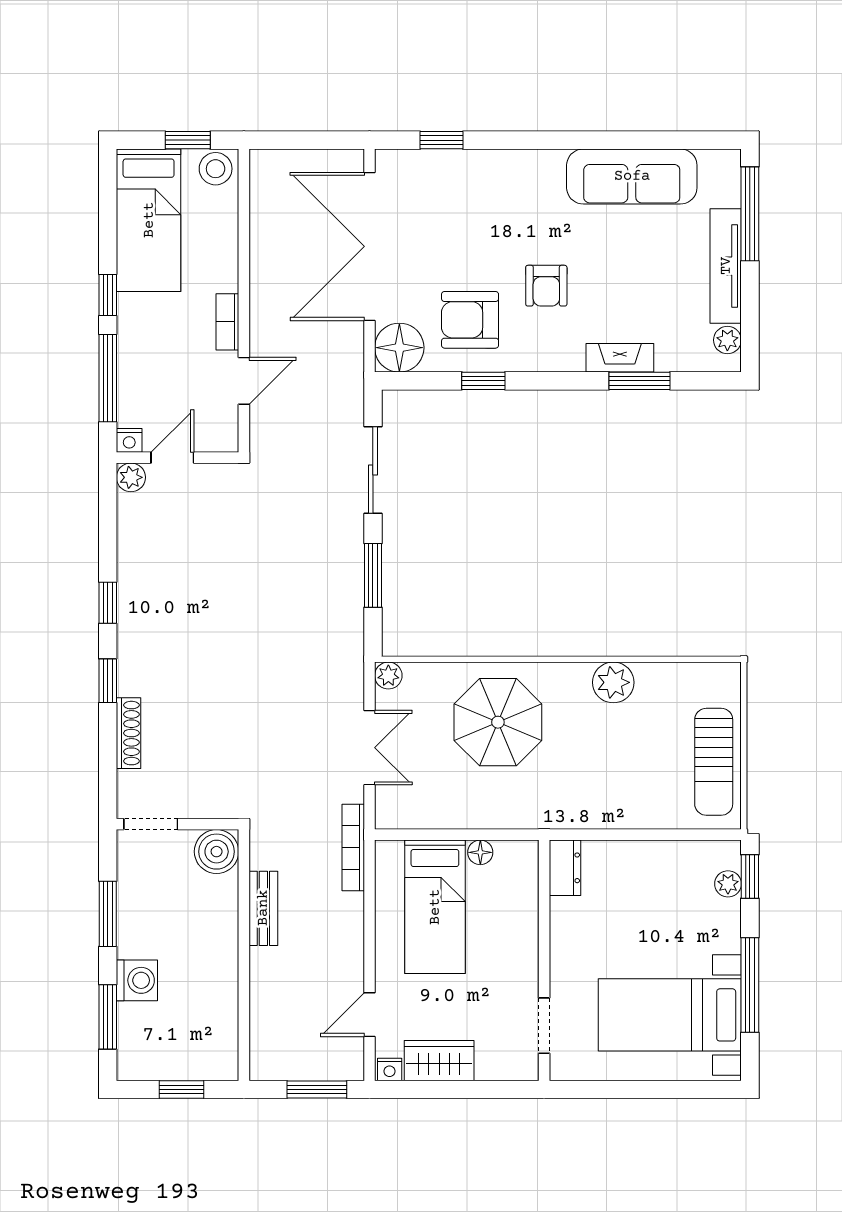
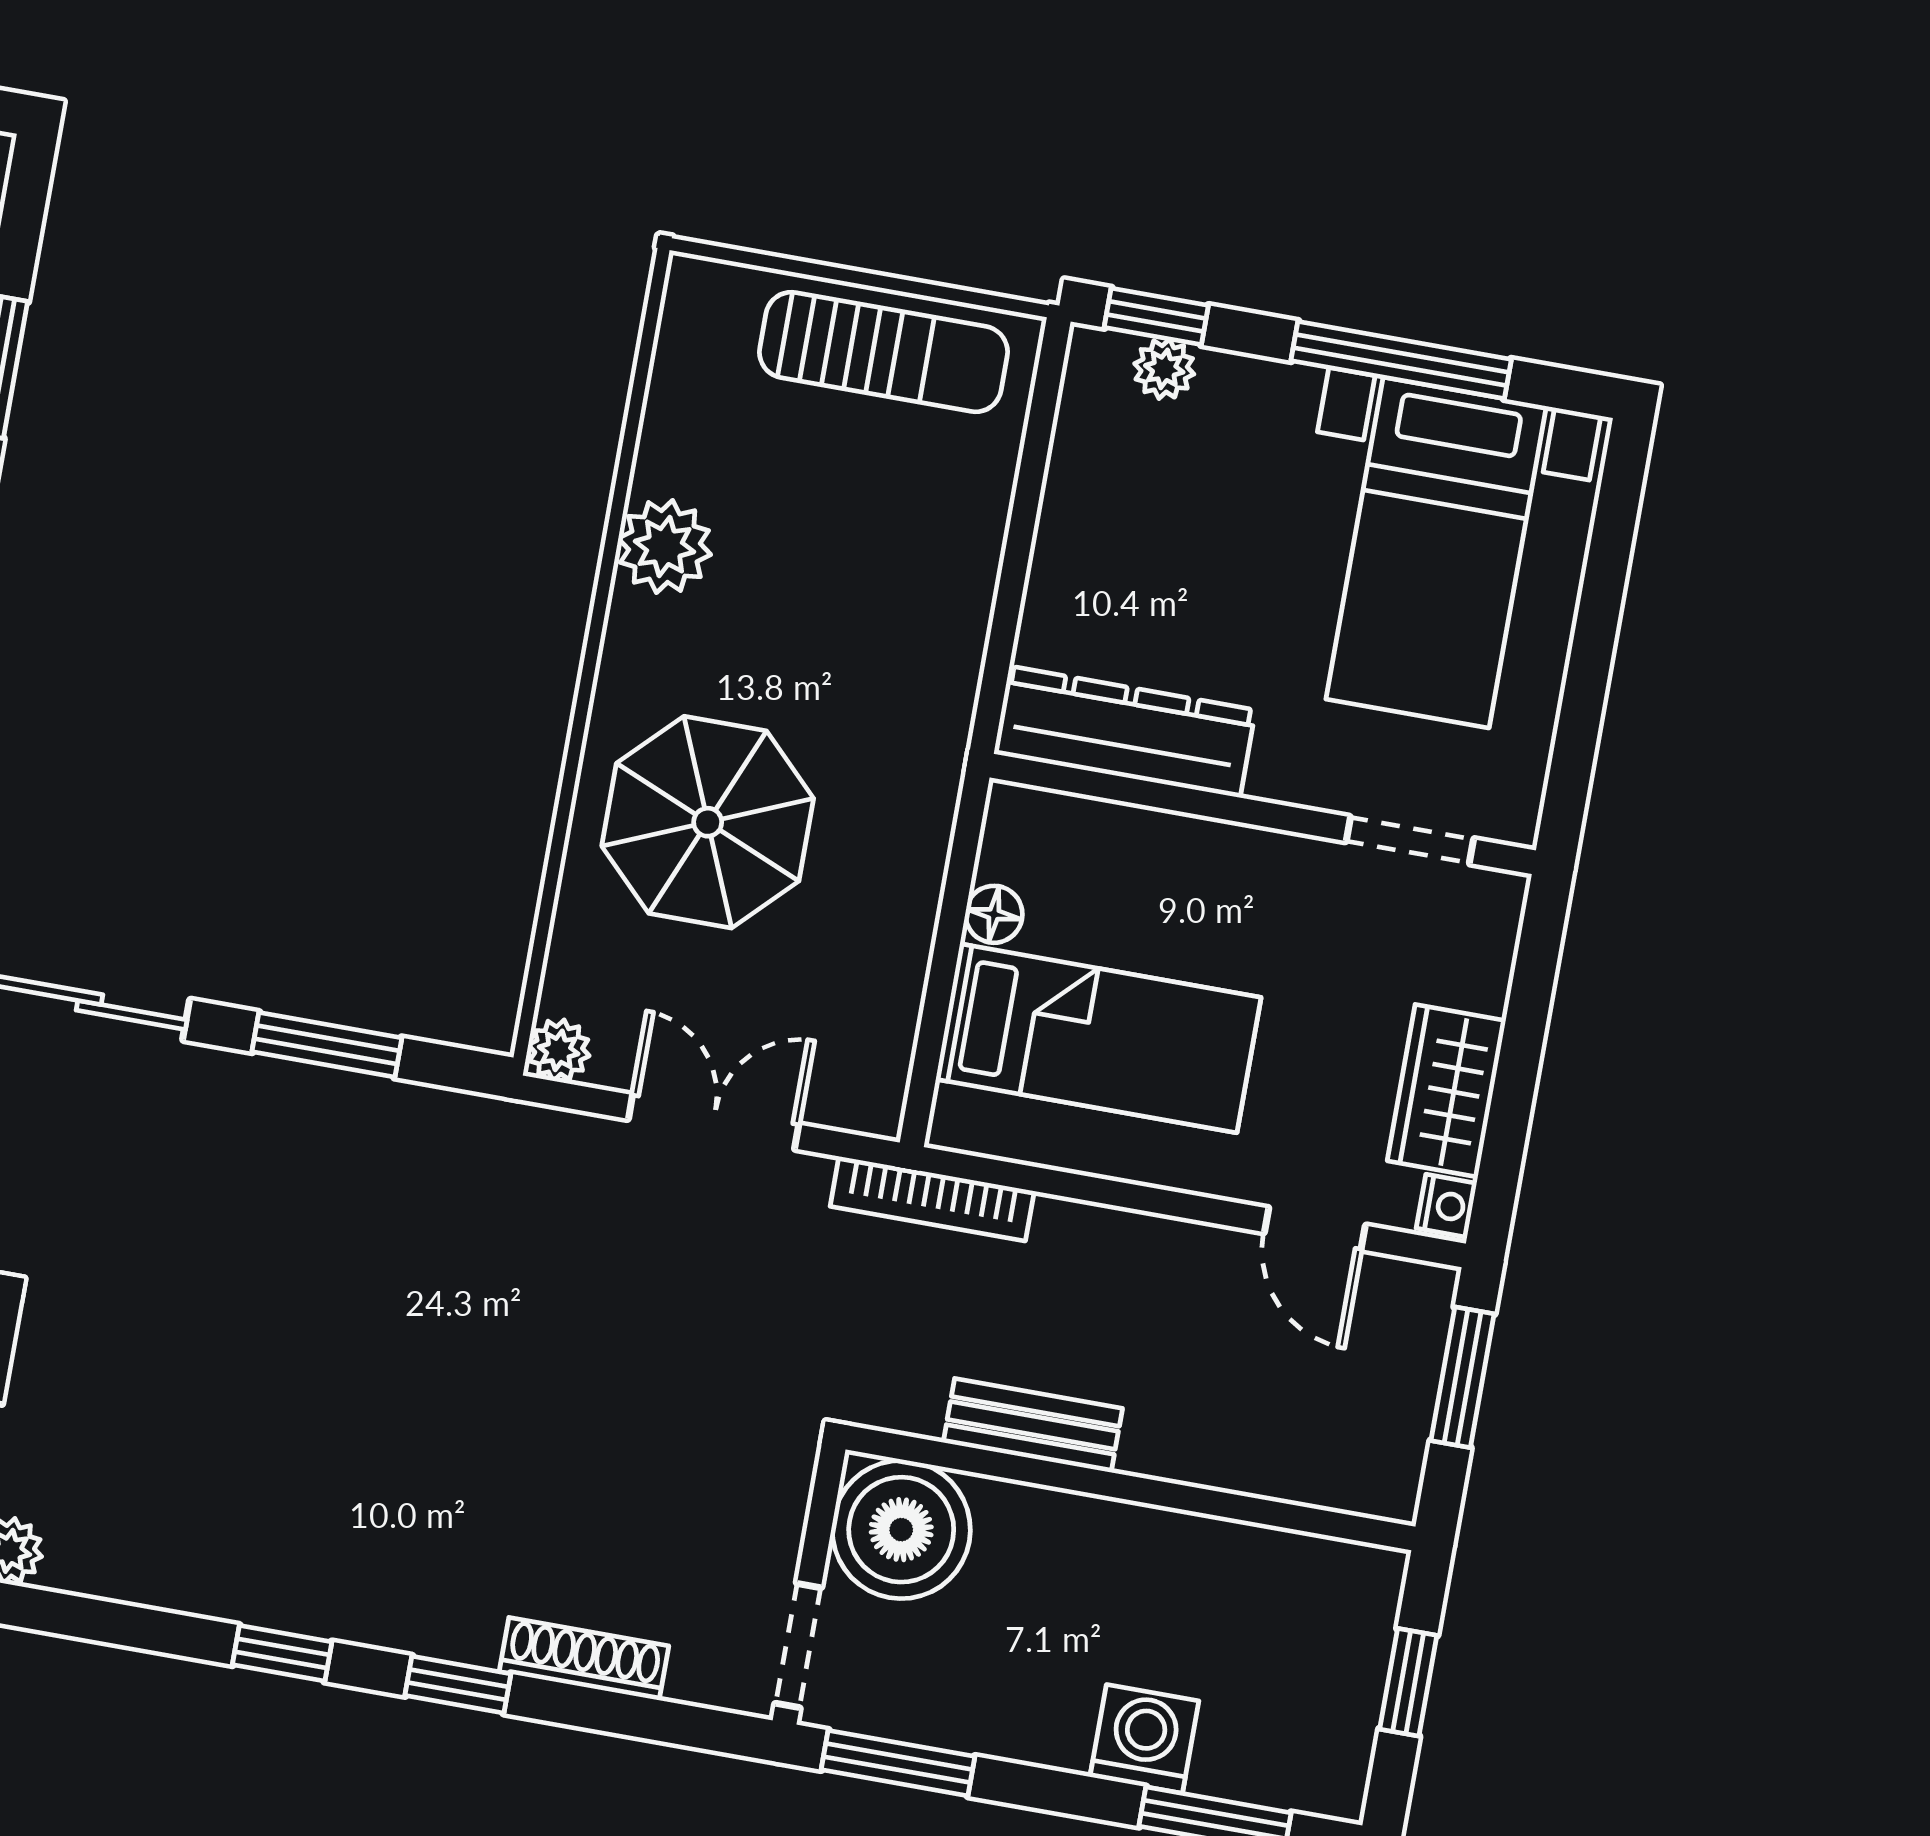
boiler: (217, 852) -> (901, 1530), width x1.37, depth x1.37
dresser: (565, 868) -> (1125, 732), width x1.96, depth x1.24
window: (108, 914) -> (898, 1763), moved

